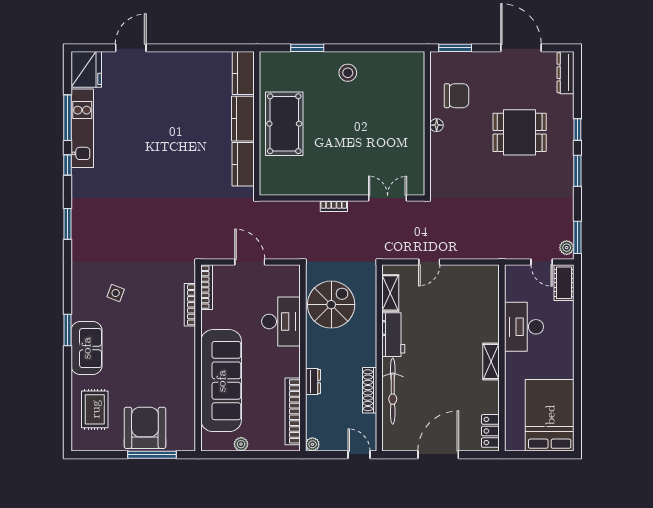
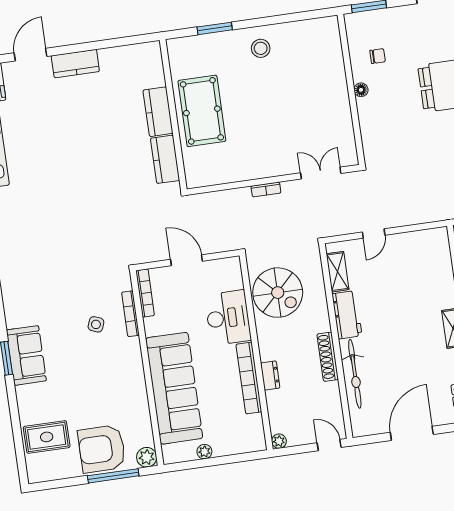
kitchen counter: (243, 73) -> (75, 64), moved, turned -90
chair: (457, 96) -> (378, 56), width x0.54, depth x0.54
side table: (116, 293) -> (96, 324), moved
spiral stairs: (331, 305) -> (278, 293), turned 90
sofa: (86, 348) -> (26, 355), moved
shoe rack: (370, 390) -> (328, 357), moved
rug: (95, 409) -> (47, 437), turned 90
bookcase: (293, 411) -> (249, 378), moved
armchair: (145, 428) -> (102, 449), turned -90
plant: (186, 442) -> (147, 457), added

